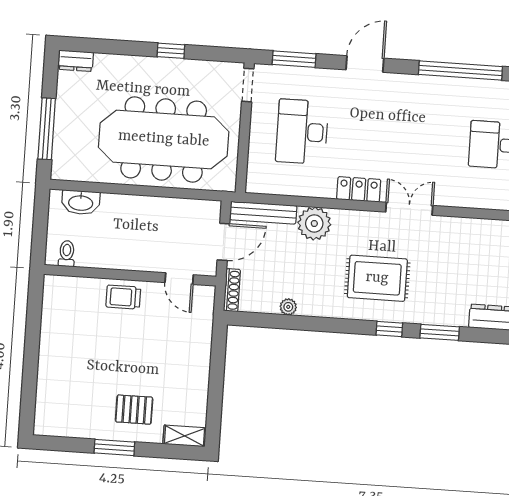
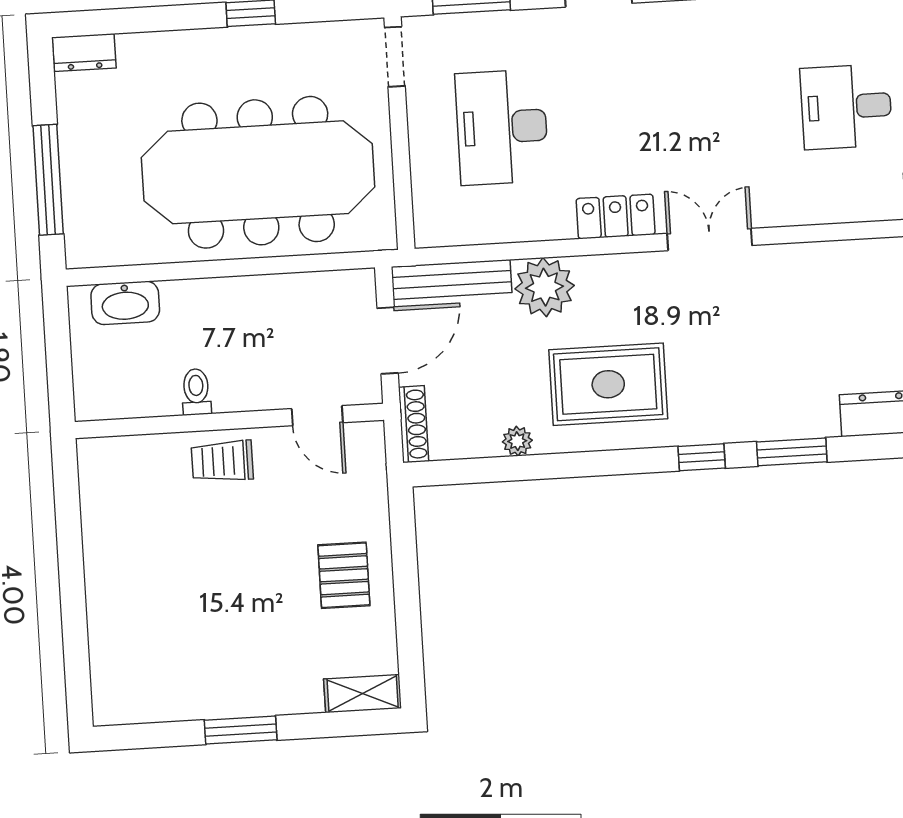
toilet: (67, 254) -> (196, 392), moved
rug: (377, 278) -> (608, 384), moved
pallet: (134, 410) -> (344, 575), moved, turned 90

